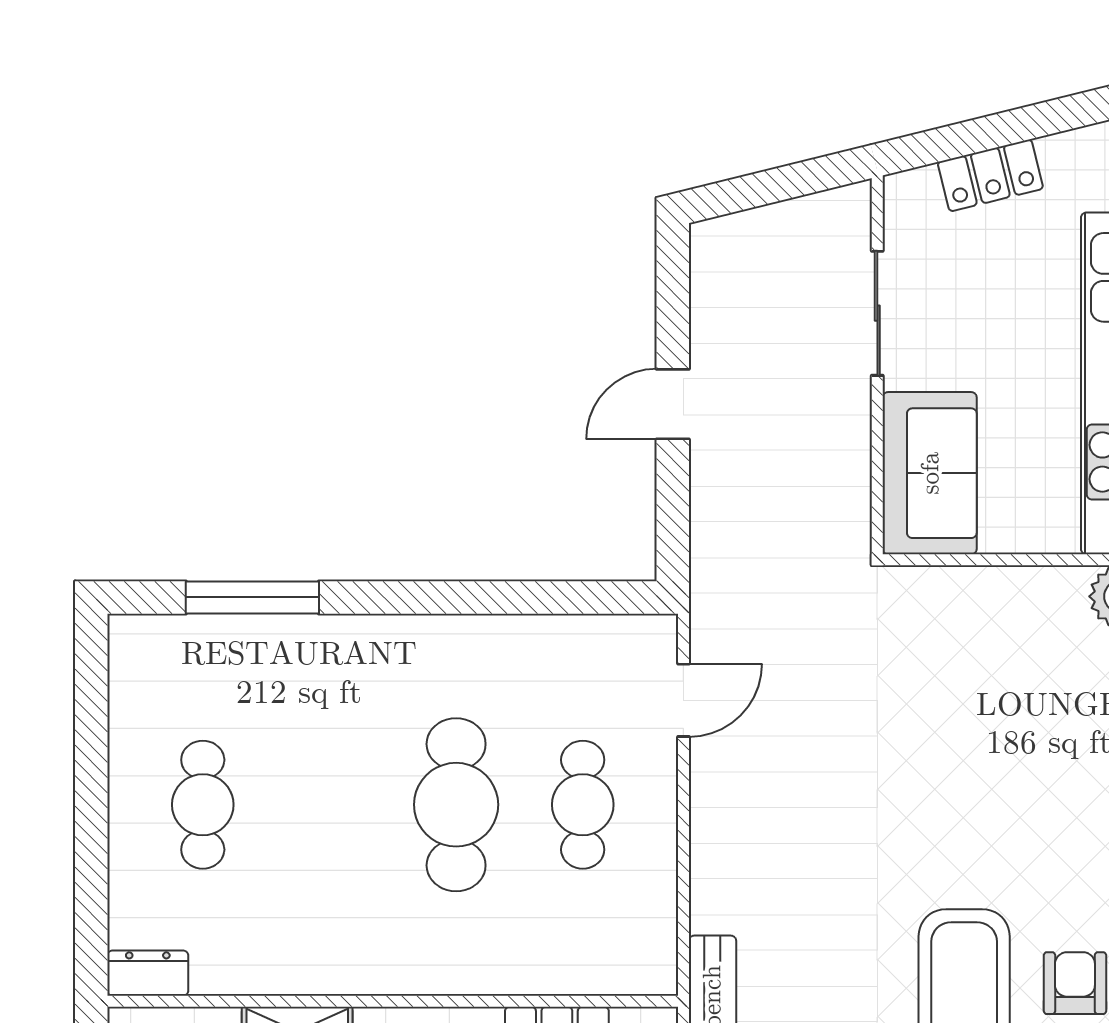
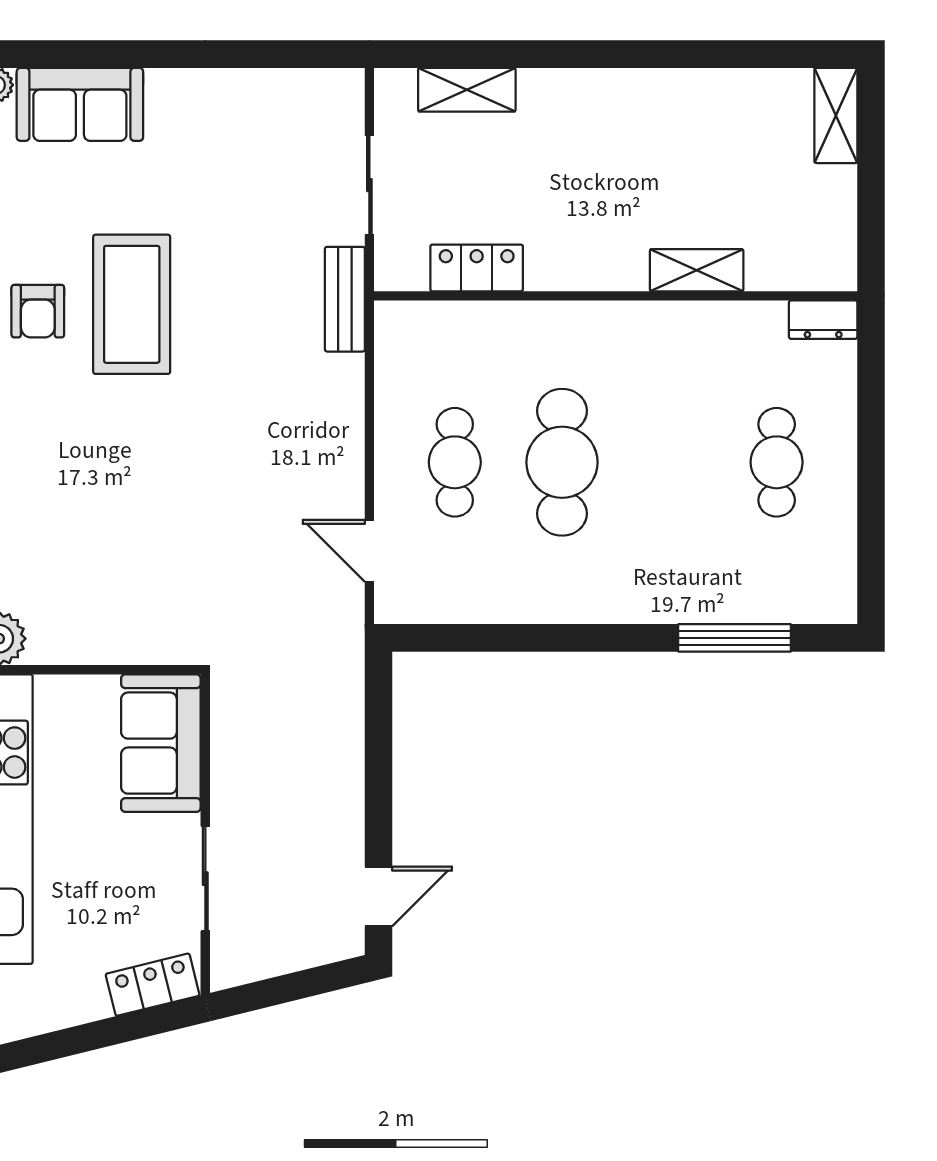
locker: (990, 175) -> (153, 985), moved
door: (673, 404) -> (379, 896), moved
door: (683, 700) -> (369, 551), hinge flipped

